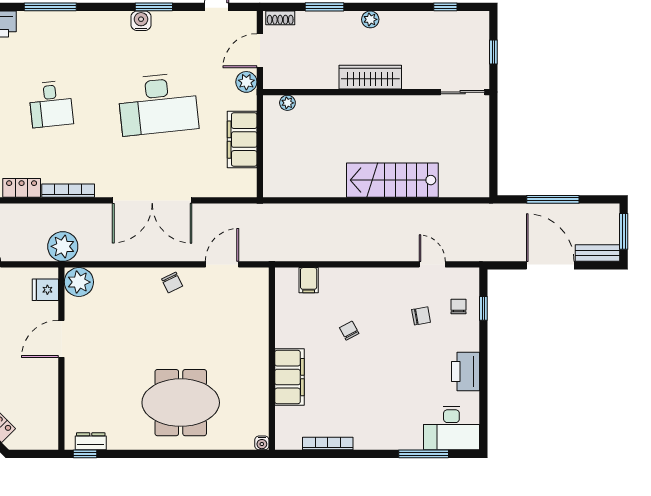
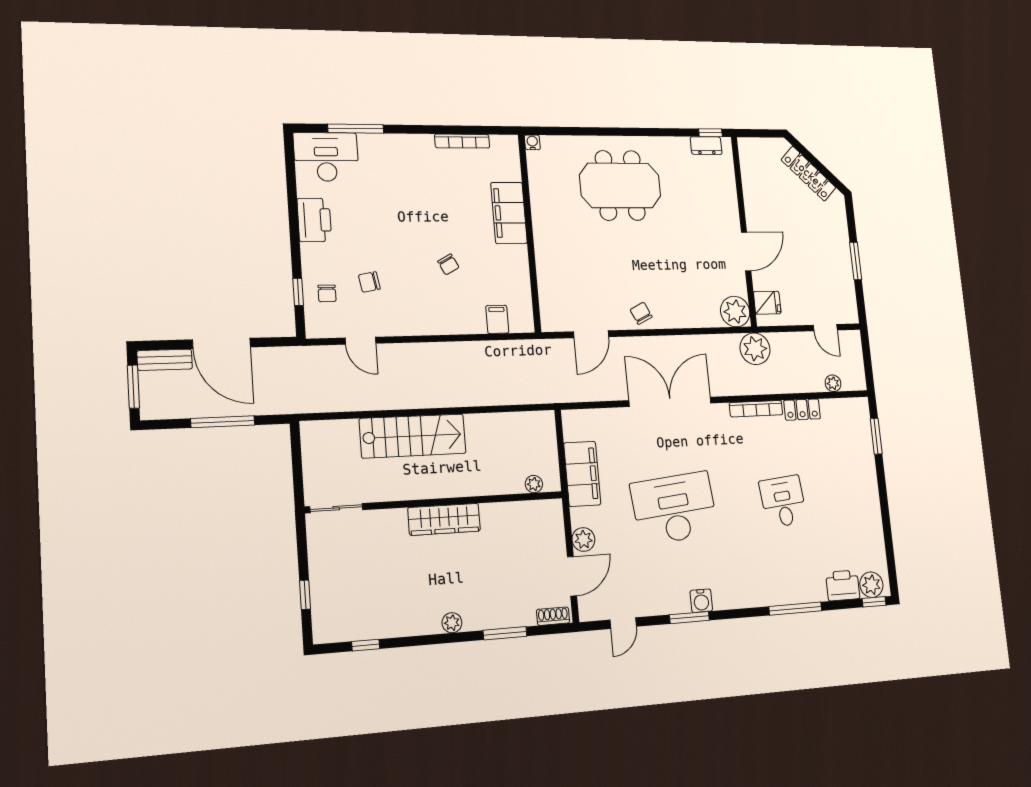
wardrobe: (370, 77) -> (444, 519), moved
wall: (376, 92) -> (436, 502), moved
sliding door: (463, 92) -> (336, 508), moved
plant: (287, 103) -> (534, 484), moved

